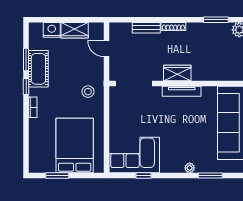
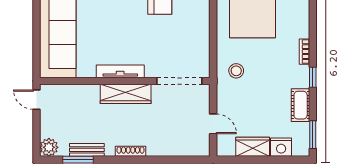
bench: (146, 28) -> (87, 150), moved
window: (26, 60) -> (313, 135), moved
cot: (38, 69) -> (301, 105), width x0.73, depth x0.75
wardrobe: (177, 73) -> (126, 94), width x1.50

